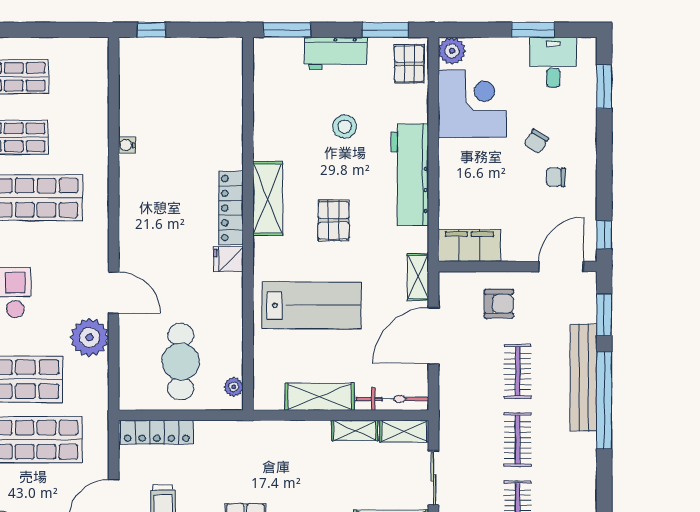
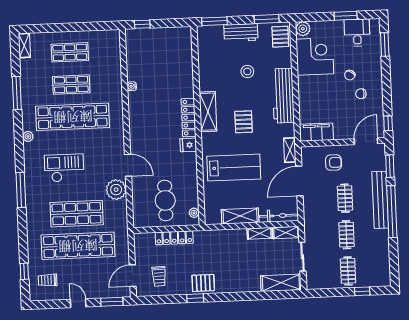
locker: (157, 432) -> (174, 238), moved

